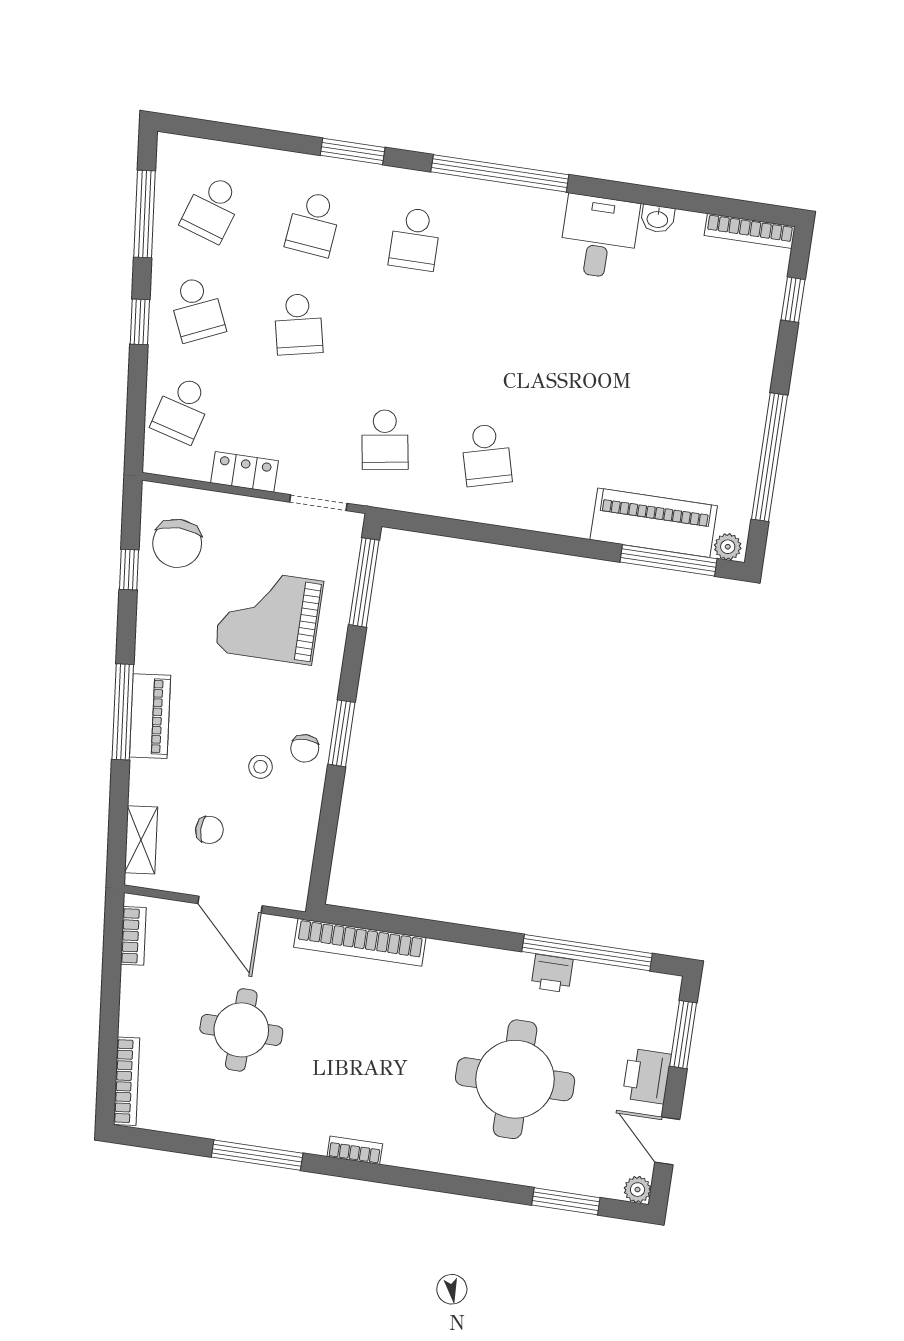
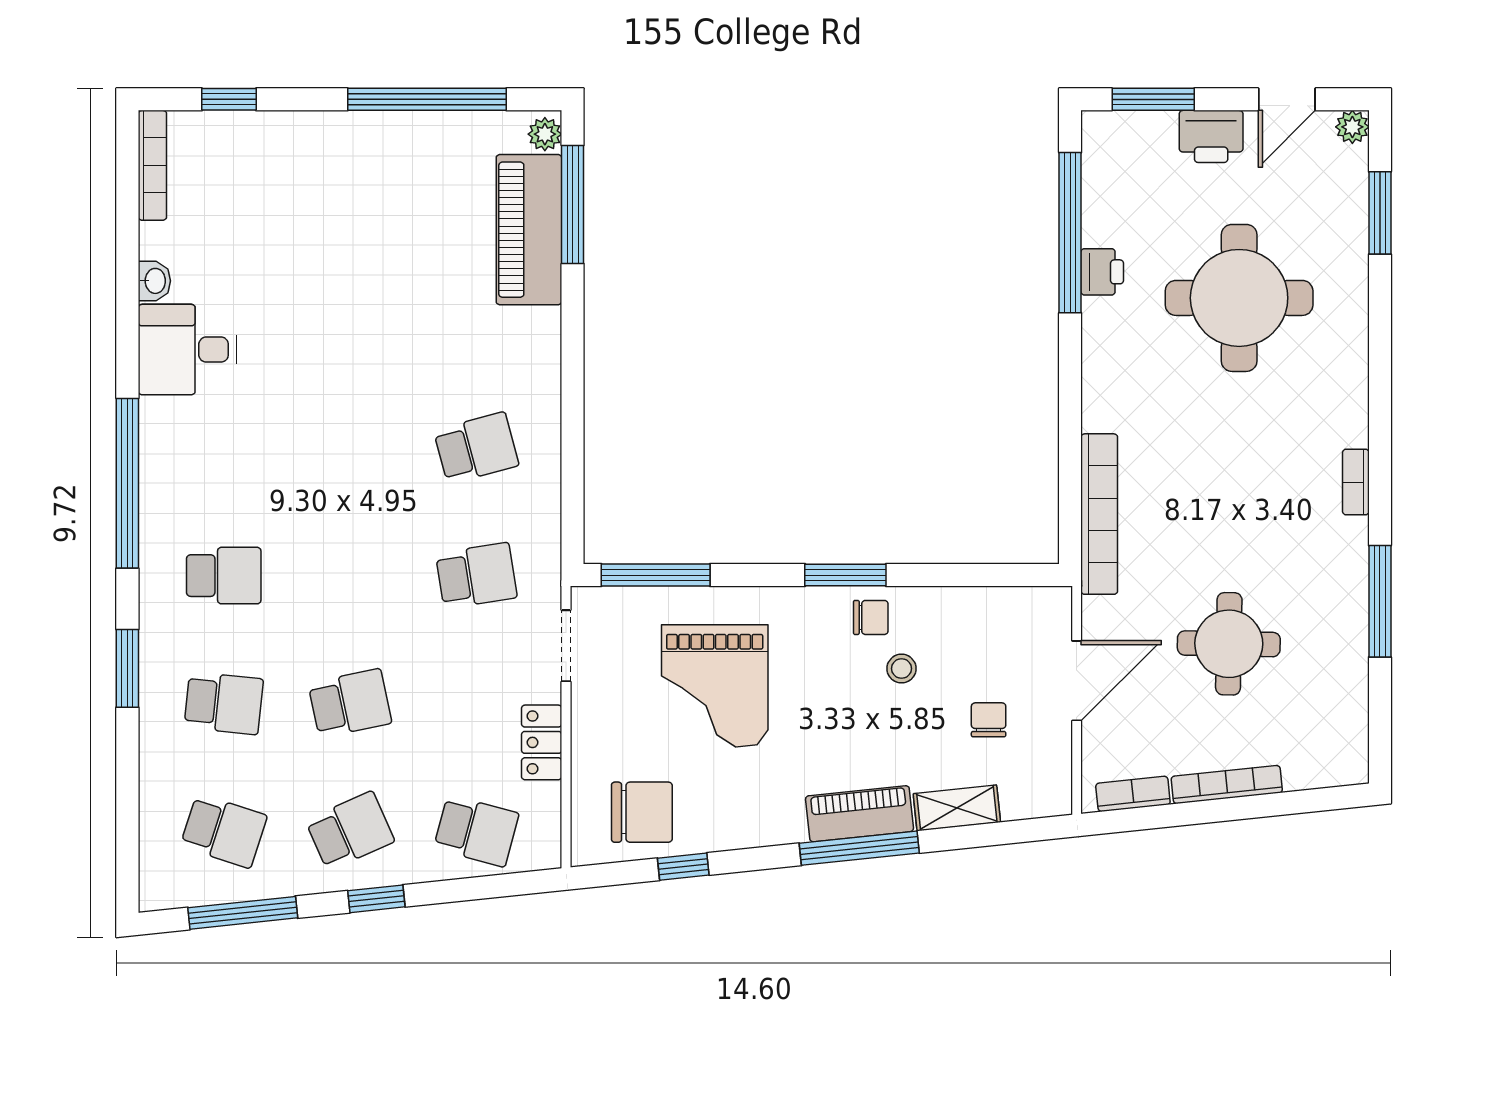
shelving: (141, 840) -> (957, 808), moved
bookcase: (127, 1081) -> (1227, 785), moved

